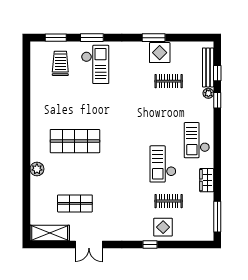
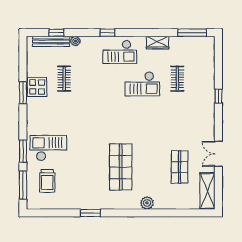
window: (56, 38) -> (23, 185), width x1.44
trolley: (60, 63) -> (47, 181), turned -90
window: (217, 100) -> (107, 33), moved
window: (26, 109) -> (90, 213), added
display table: (163, 227) -> (202, 84), removed
double door: (89, 245) -> (218, 154), swing flipped

